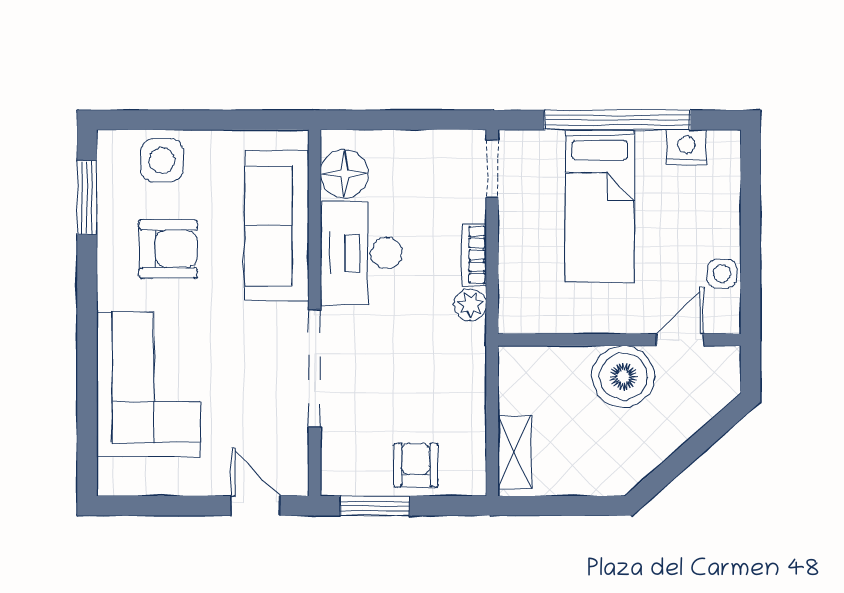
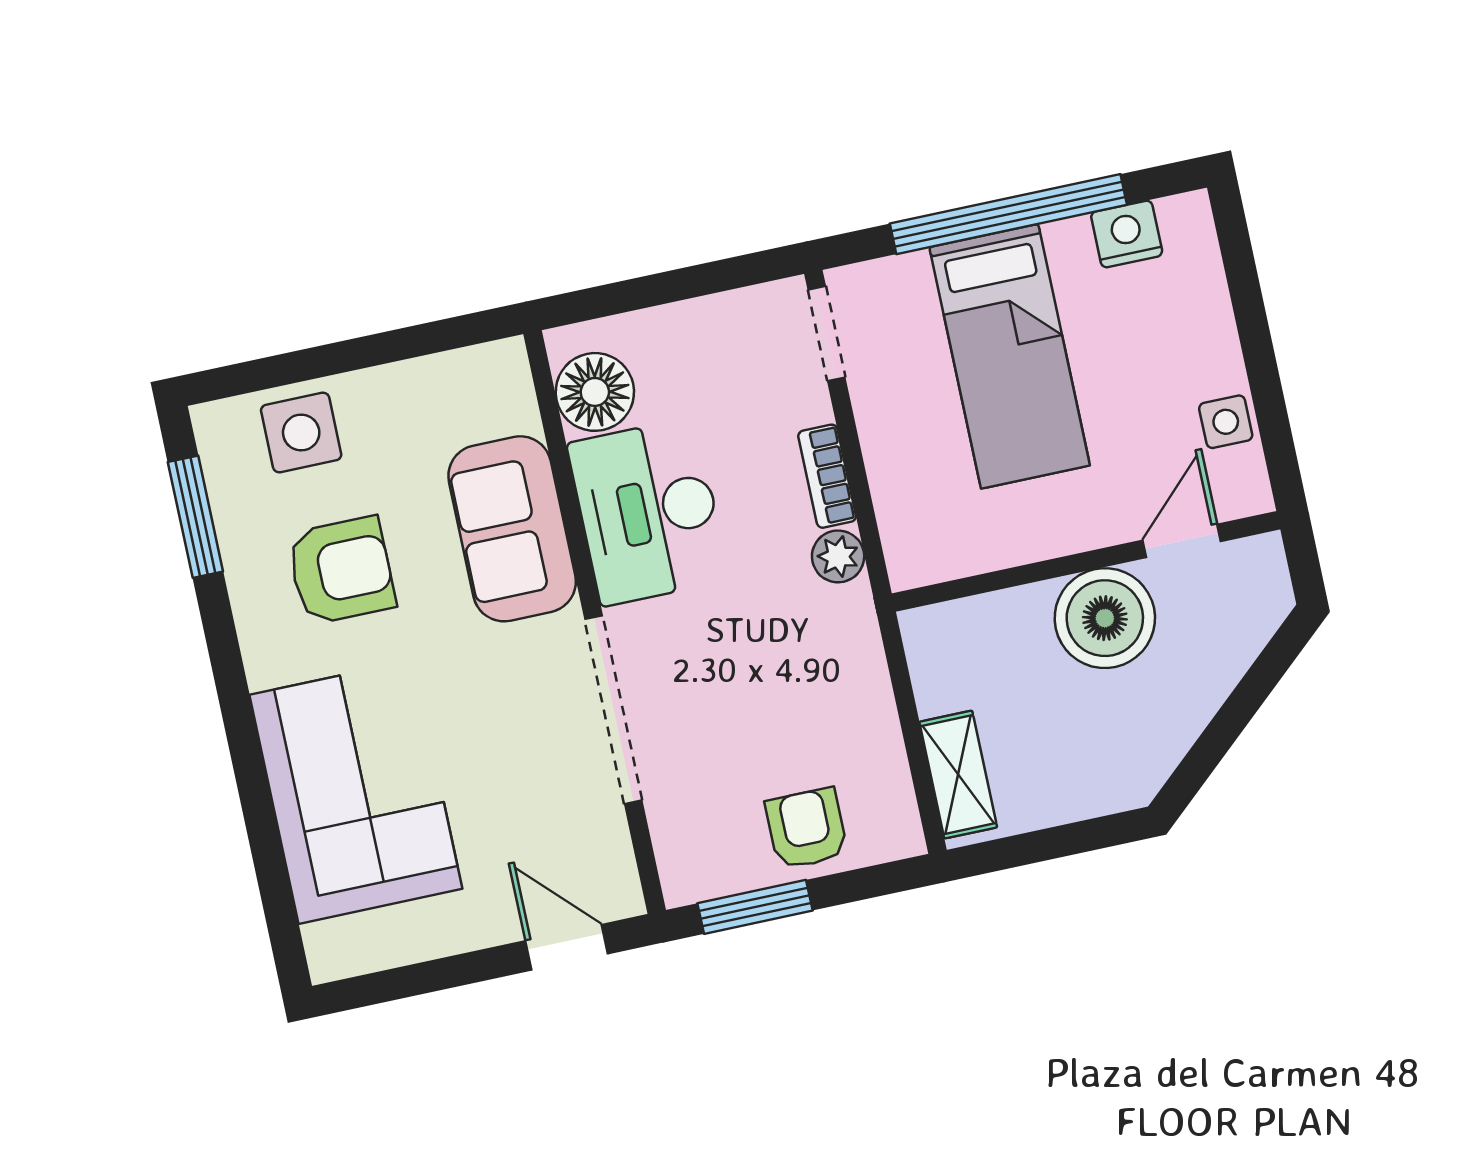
sofa: (277, 226) -> (512, 529), width x0.73

